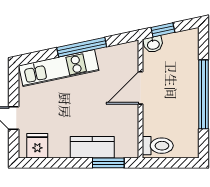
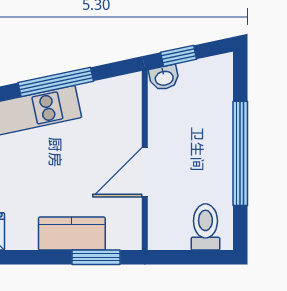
door: (140, 88) -> (145, 172), moved
toilet: (158, 146) -> (205, 227), moved, turned -90

